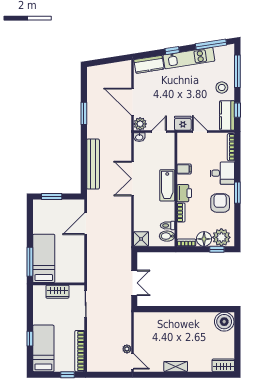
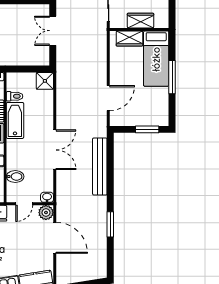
bathtub: (167, 185) -> (15, 120), moved
bidet: (167, 236) -> (15, 177), moved
window: (30, 262) -> (172, 77), moved
wardrobe: (67, 276) -> (129, 38), added

